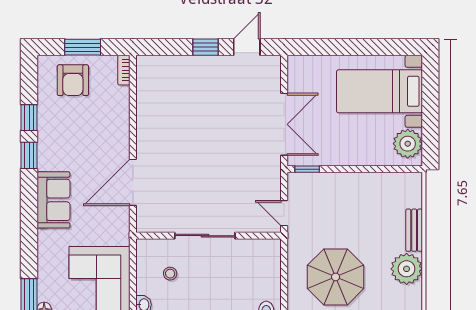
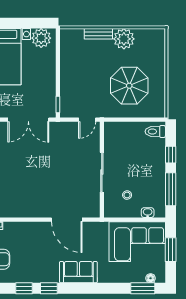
double door: (284, 124) -> (28, 120), swing flipped

